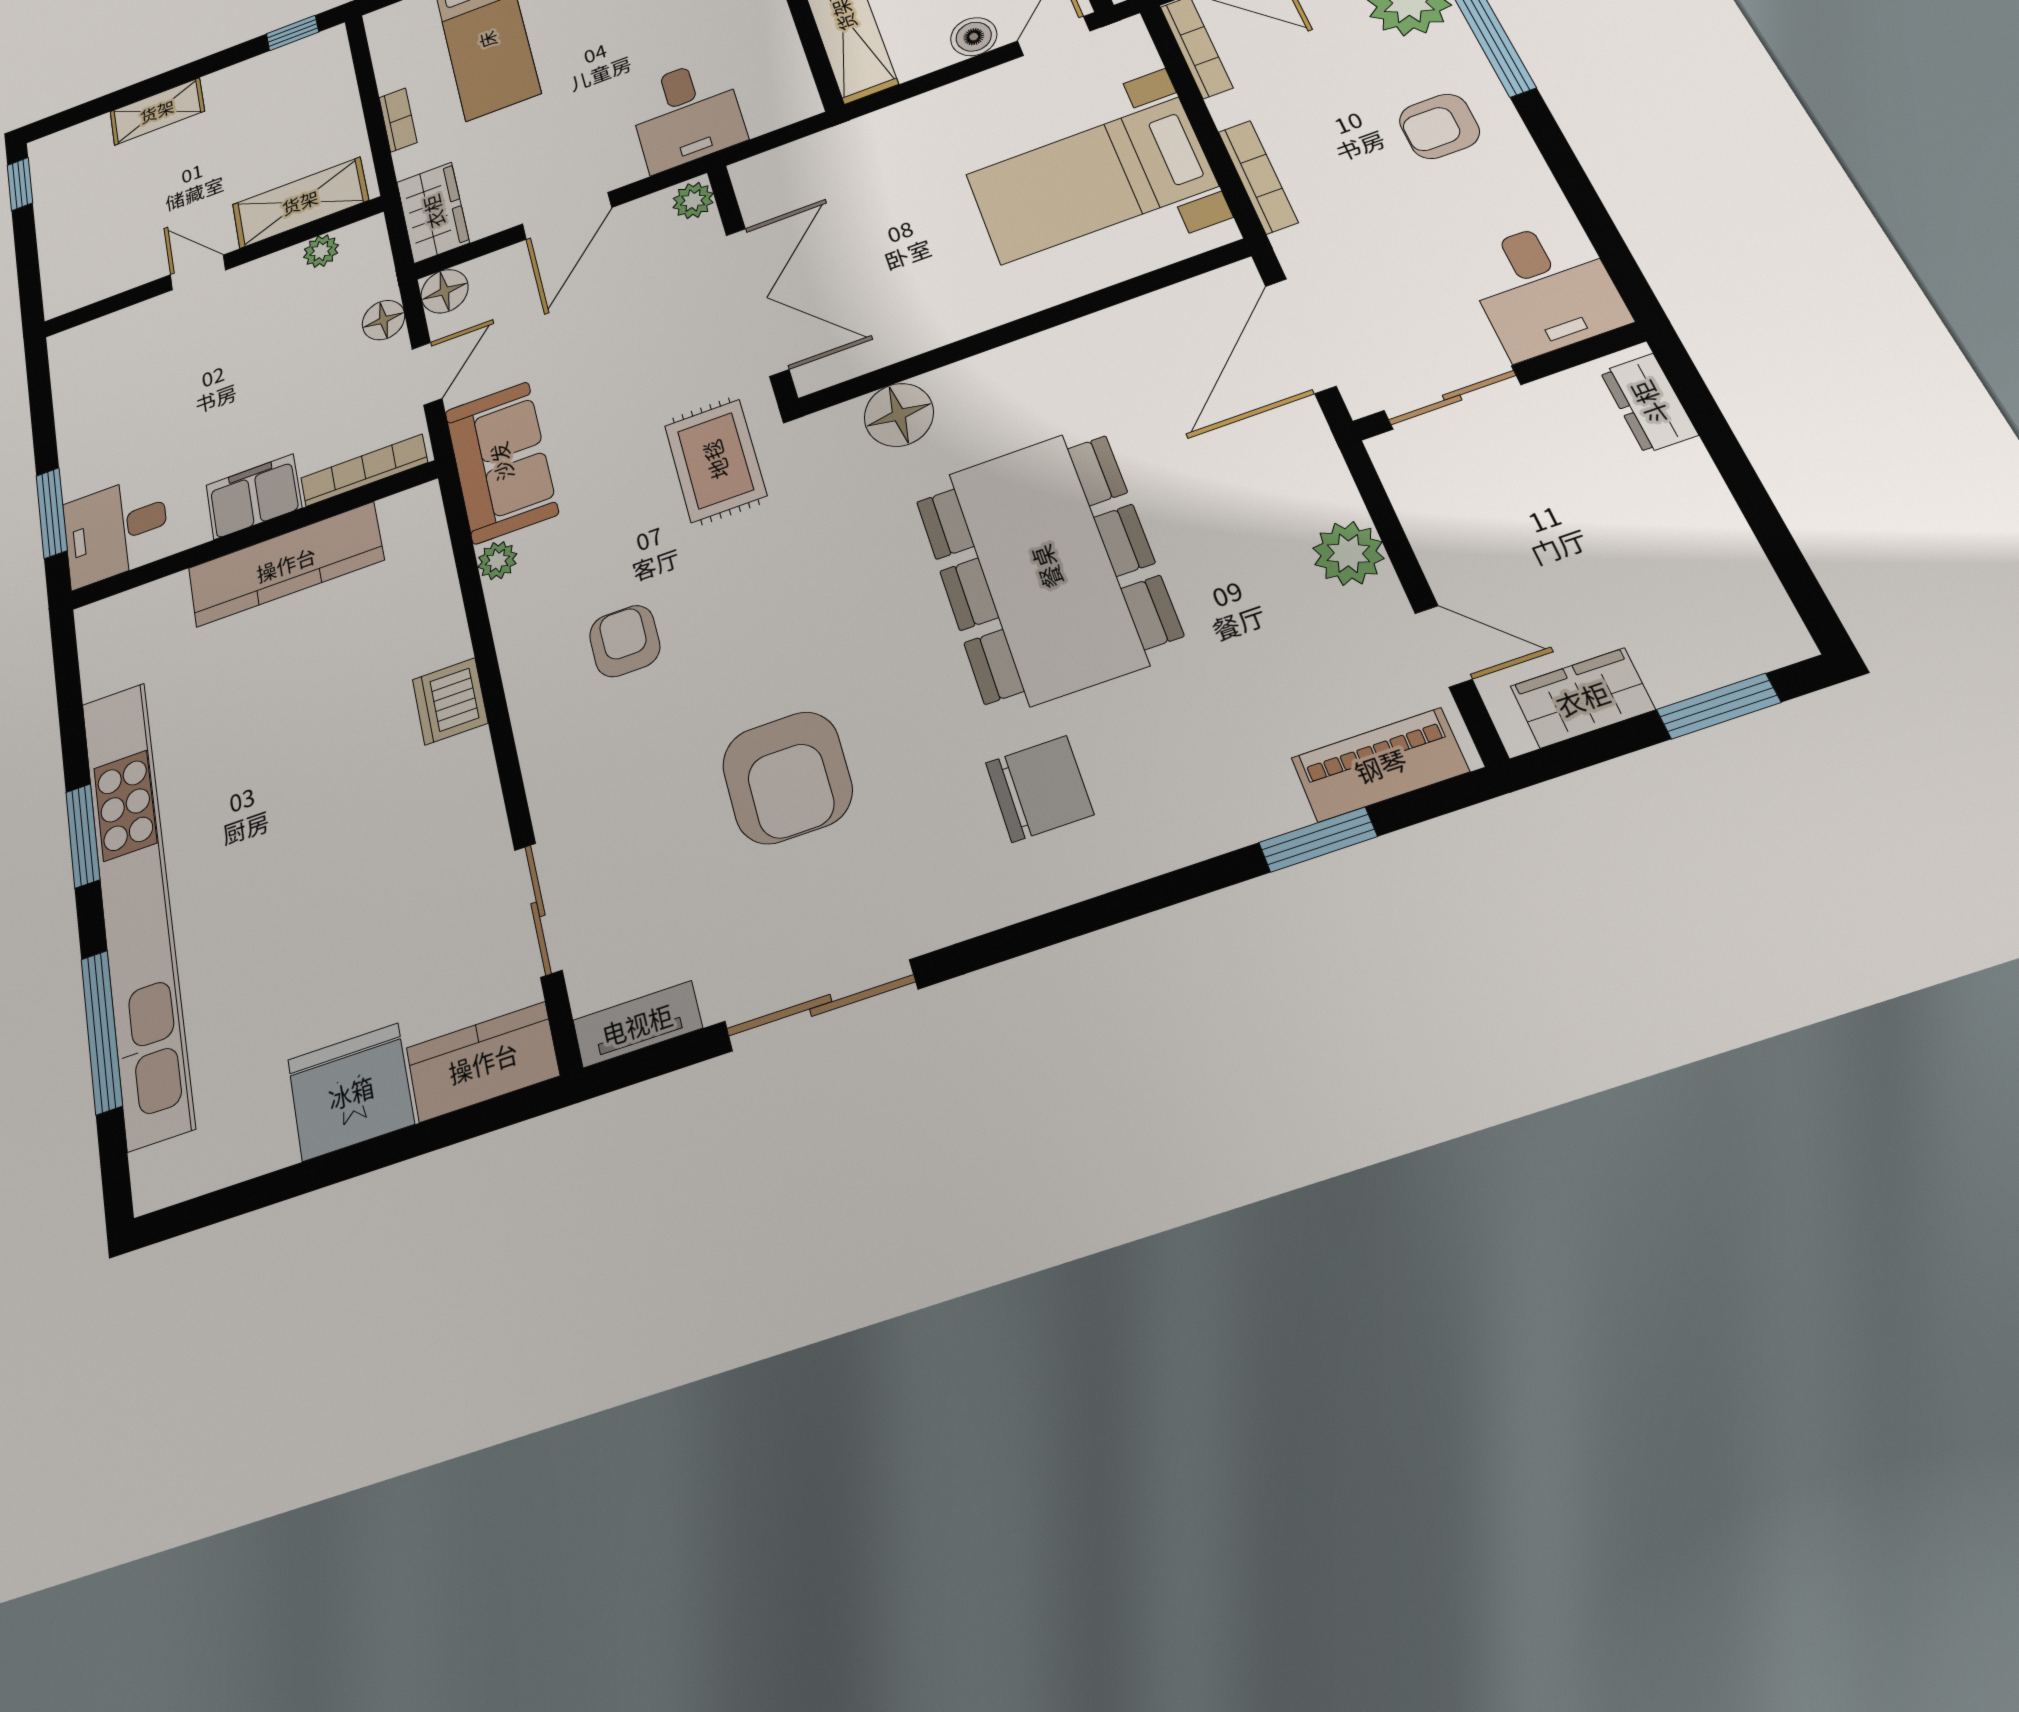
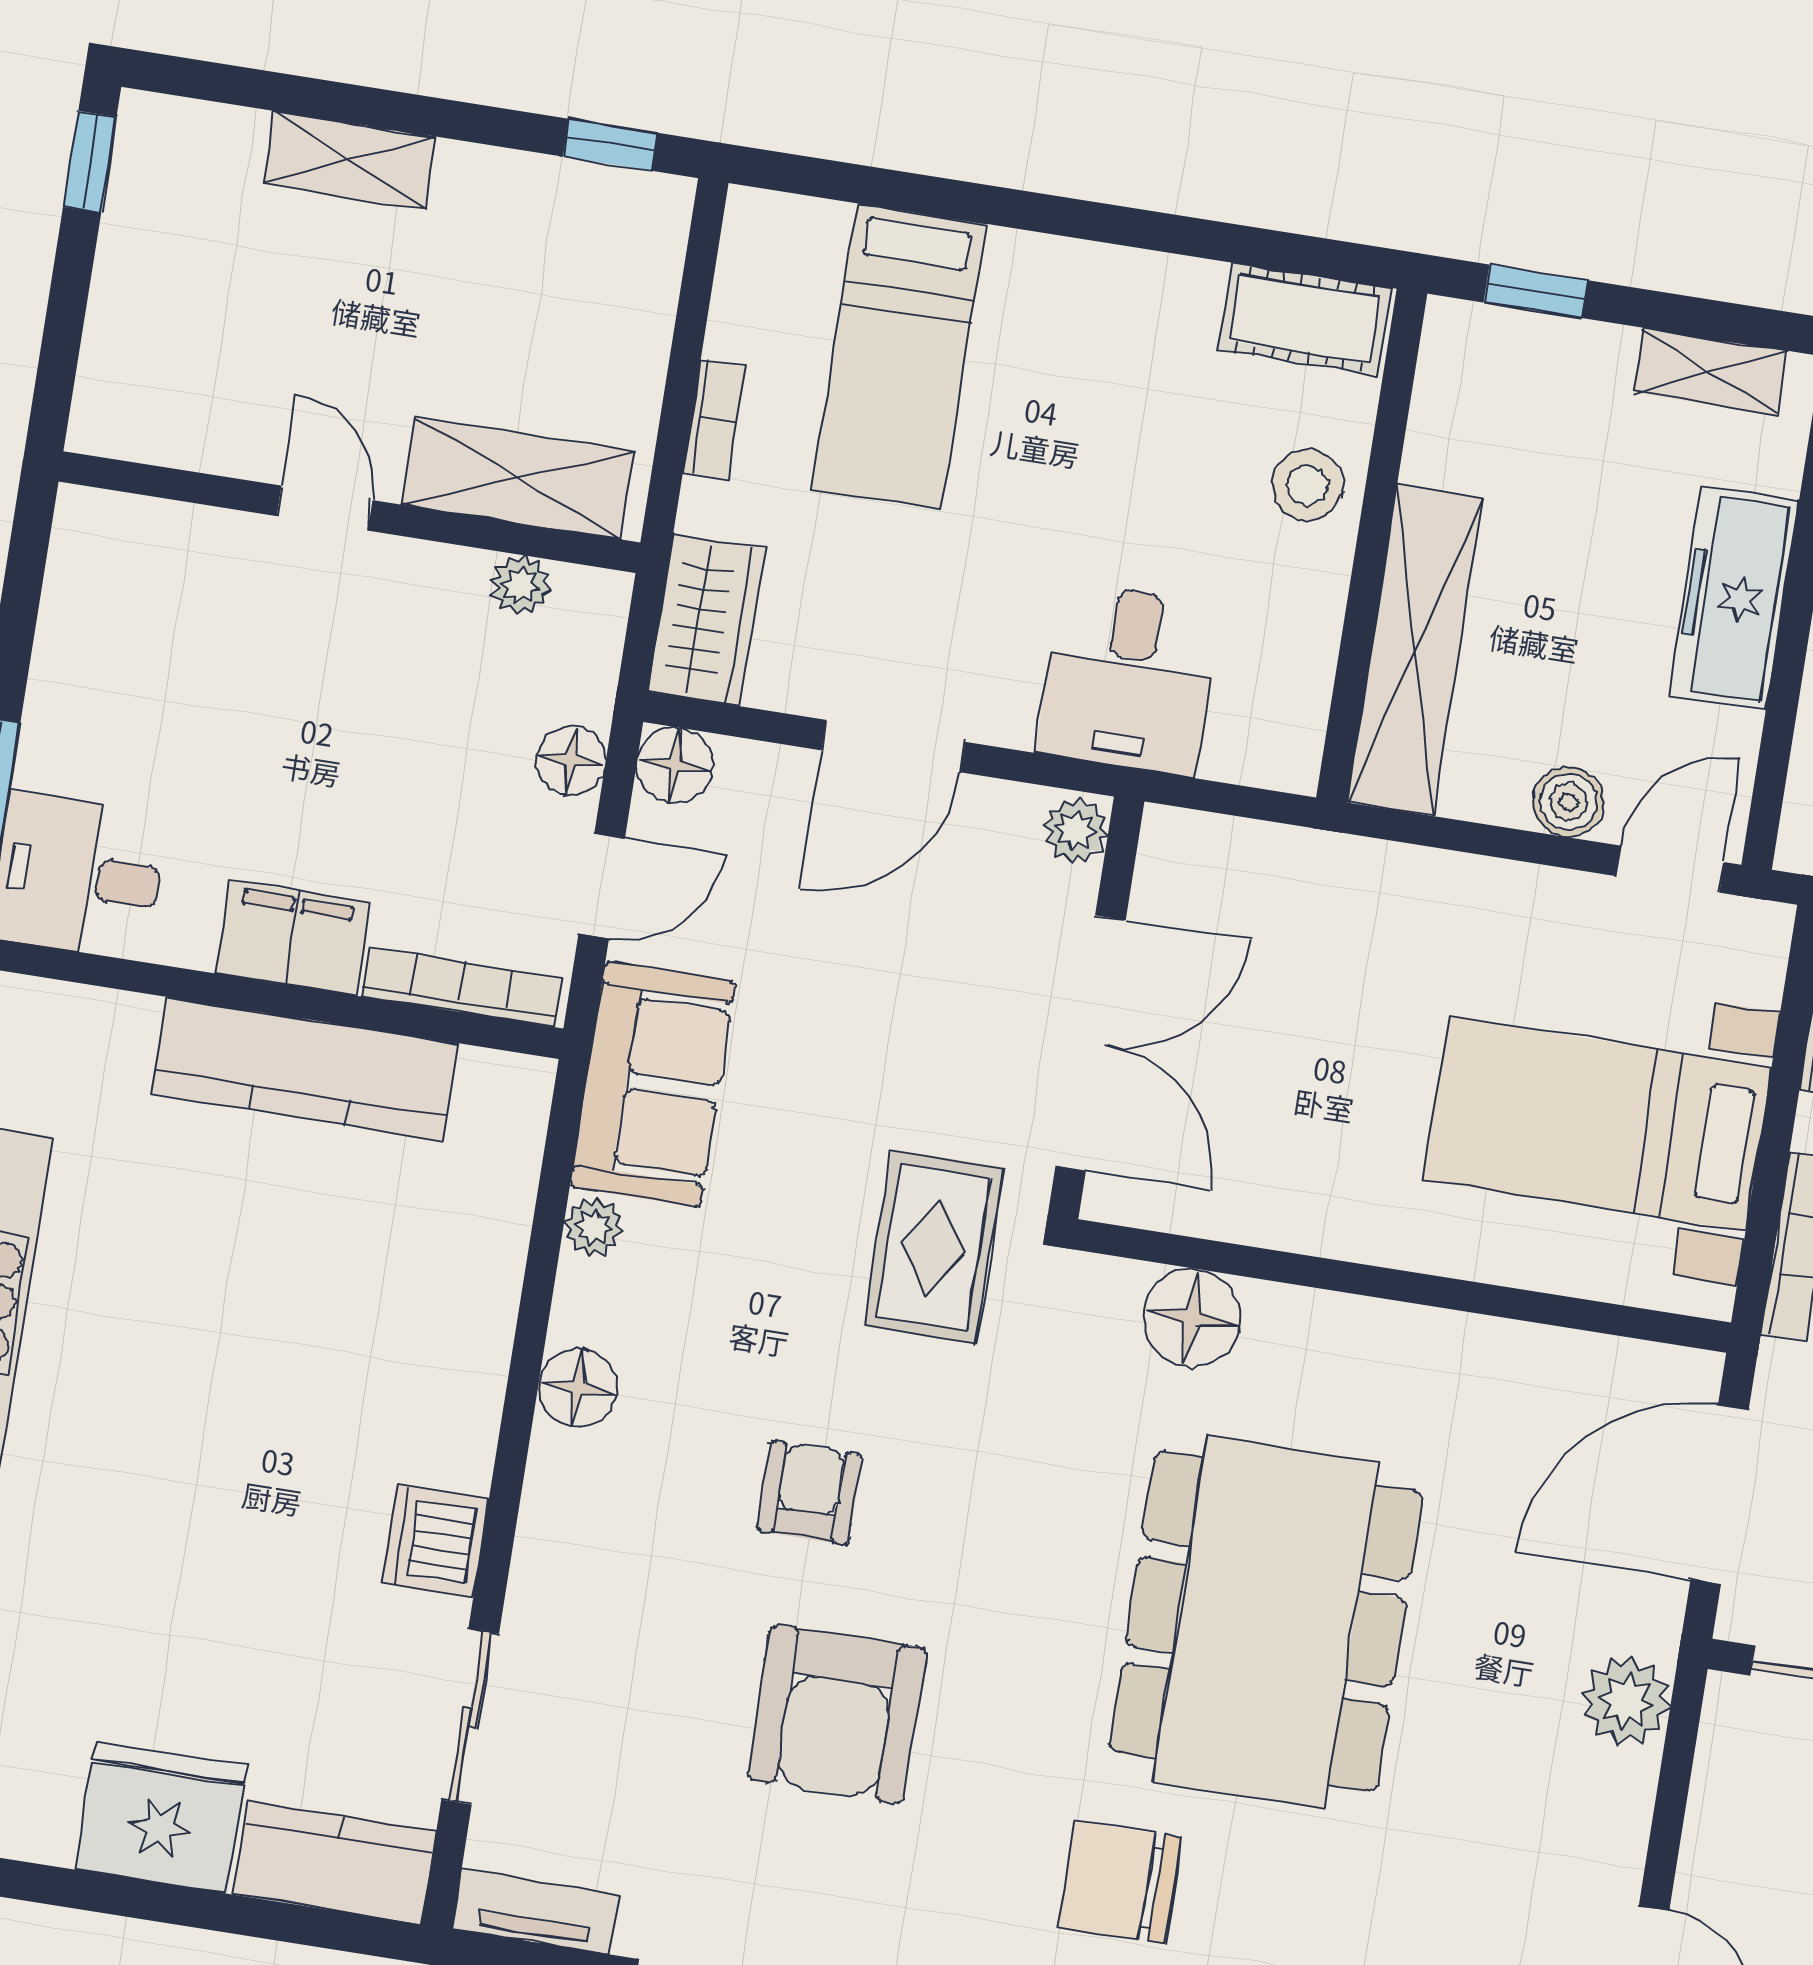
plant: (1348, 553) -> (1626, 1701), moved
armchair: (625, 641) -> (810, 1492), moved
floor lamp: (526, 661) -> (577, 1388), added
dishwasher: (450, 701) -> (435, 1541), moved
chair: (1039, 789) -> (1120, 1882), turned 180

